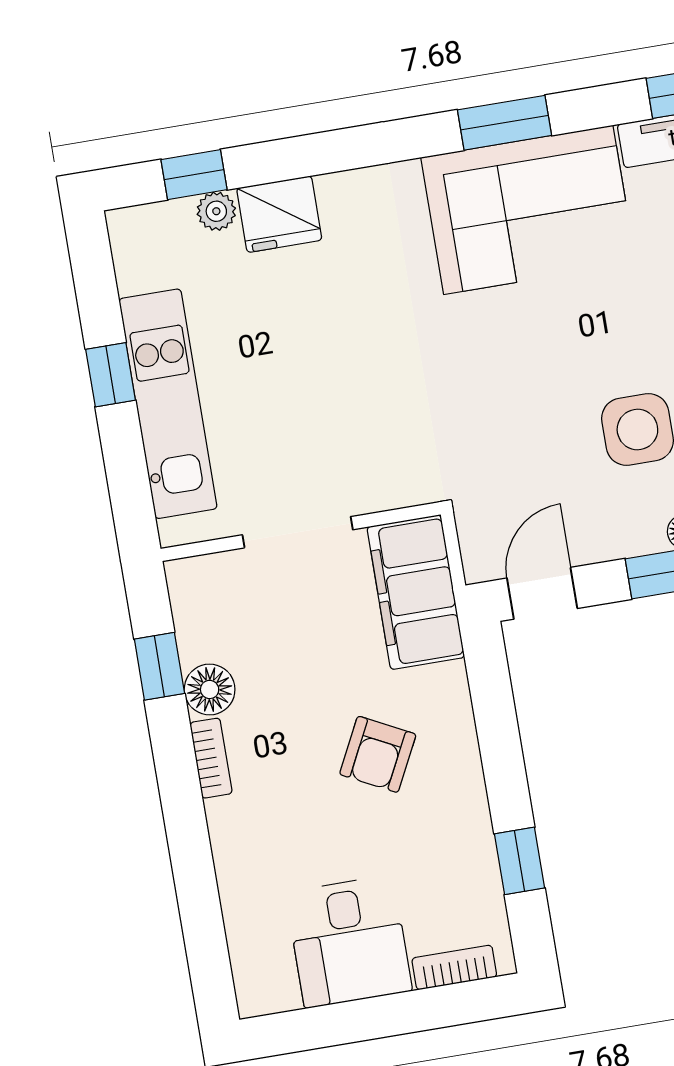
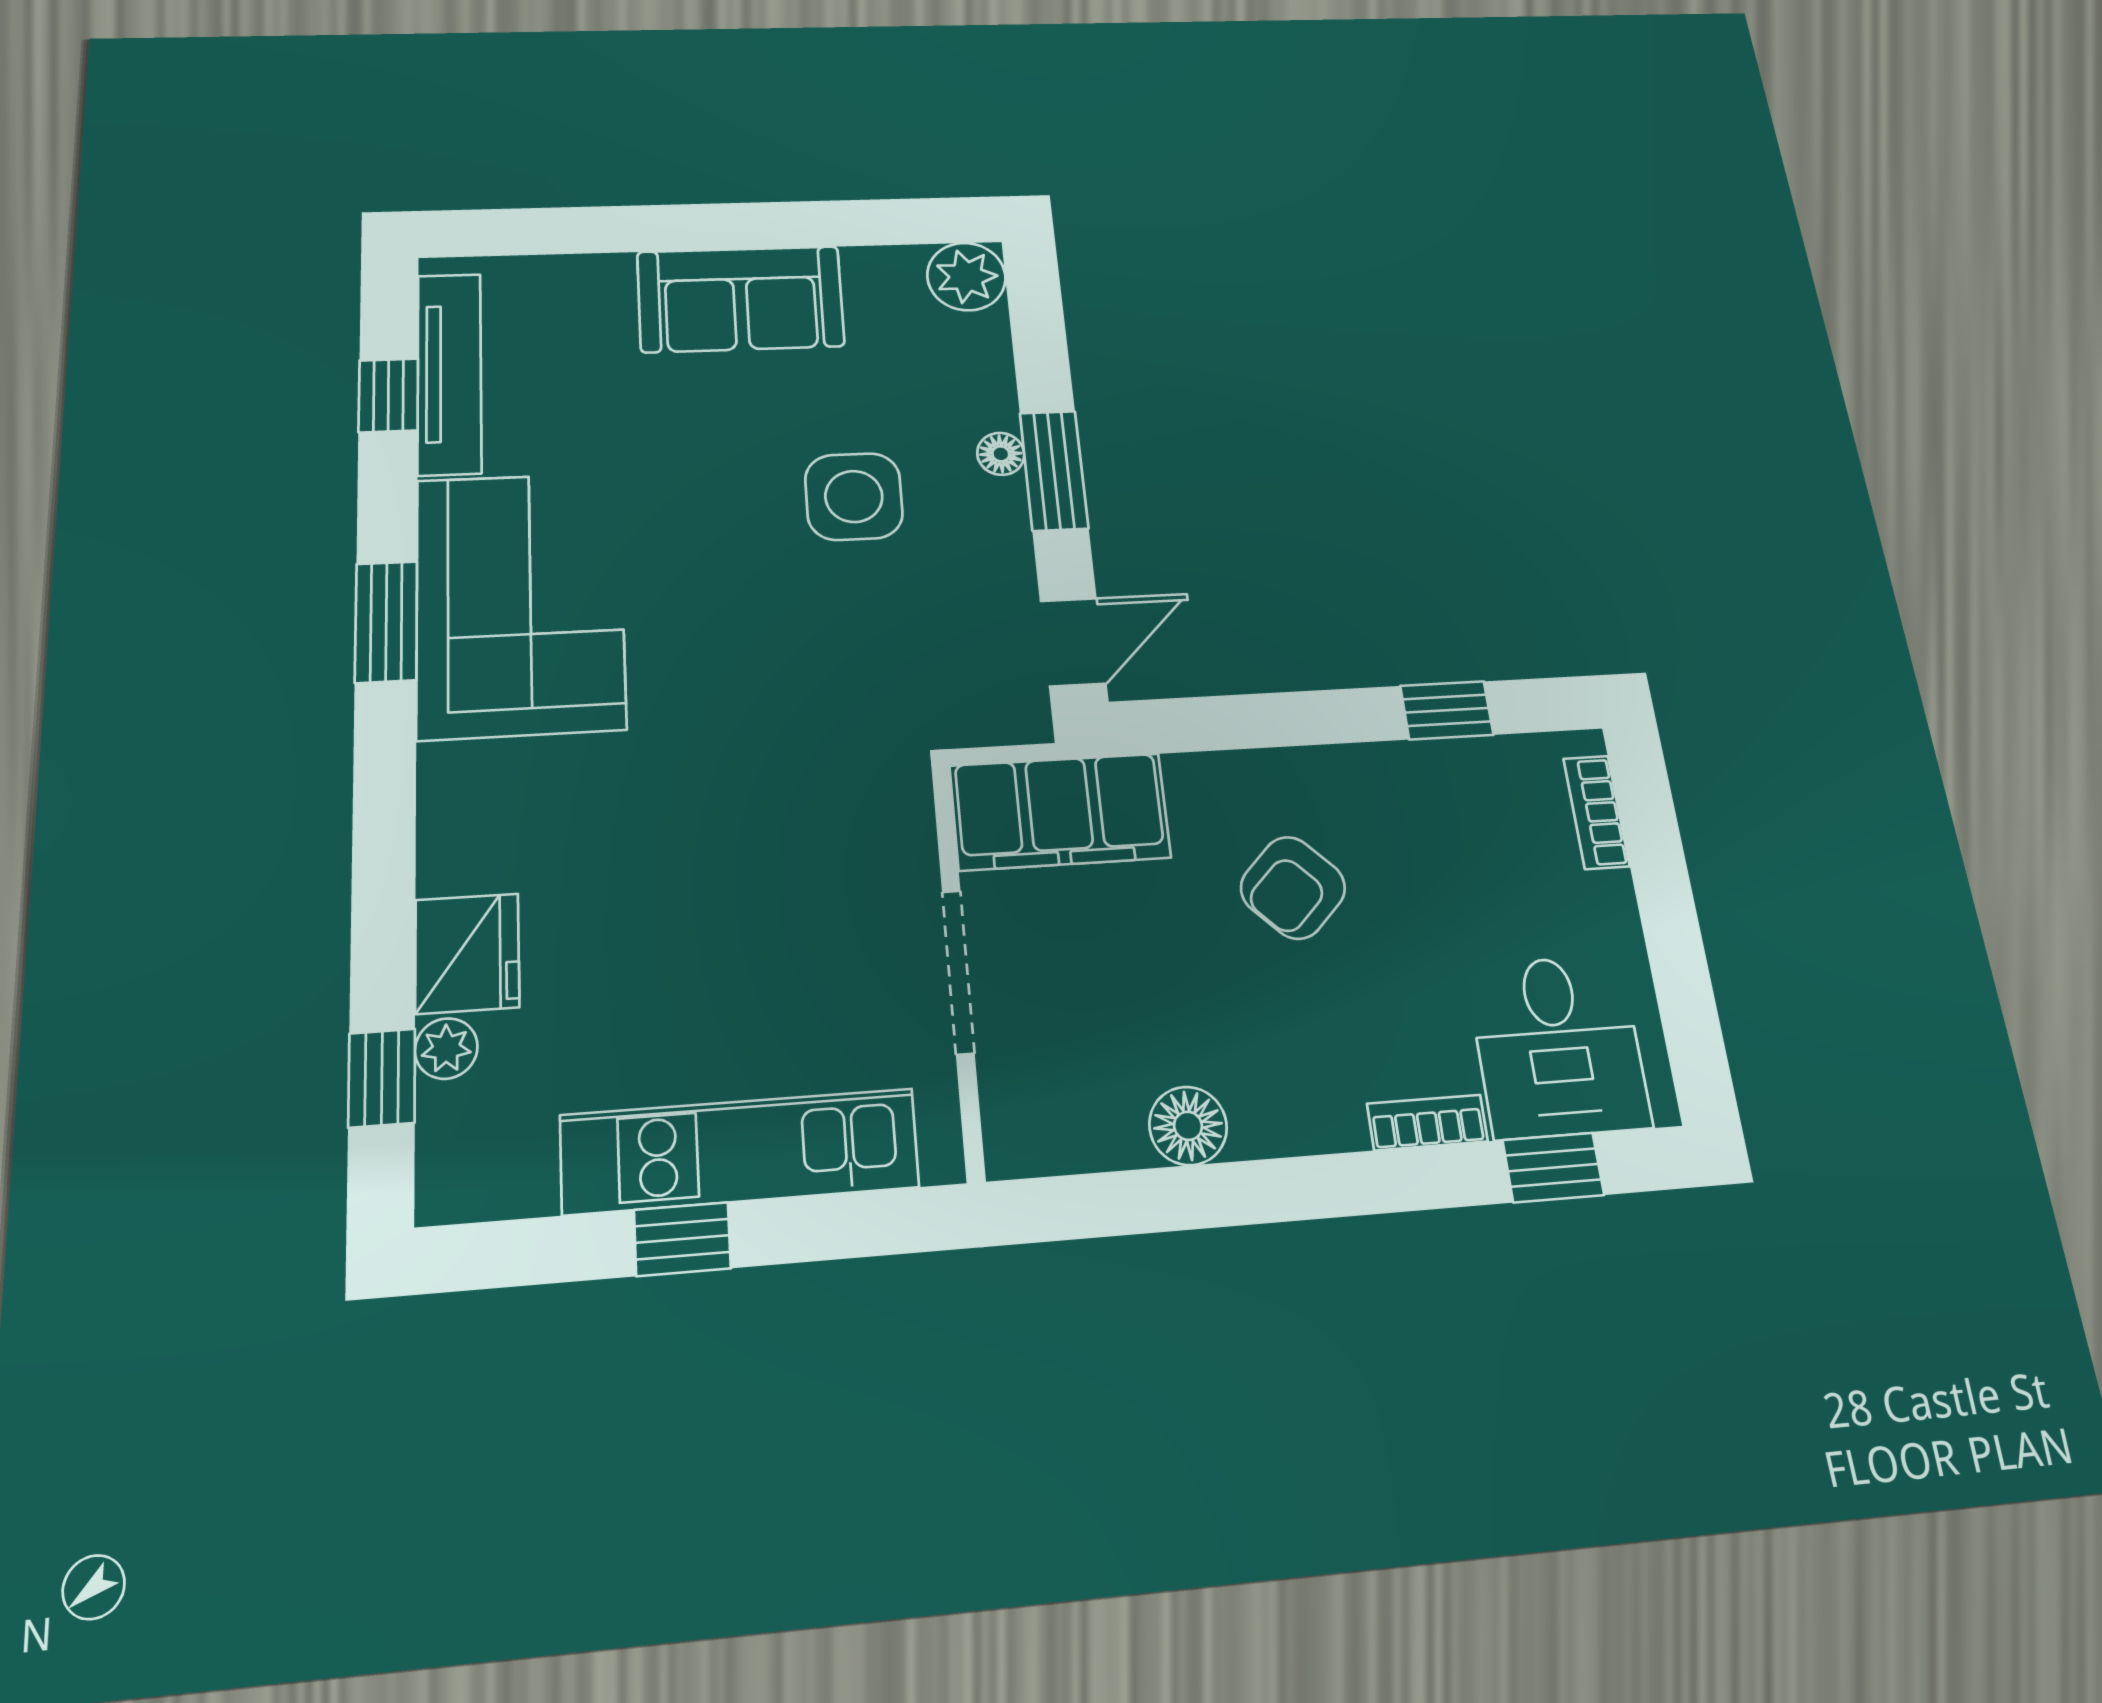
door: (542, 593) -> (1073, 642), swing flipped
window: (159, 666) -> (1553, 1168), moved
armchair: (378, 754) -> (1293, 888), turned 108
bookcase: (211, 758) -> (1427, 1122), moved
desk: (349, 942) -> (1558, 1046), moved, turned 90

